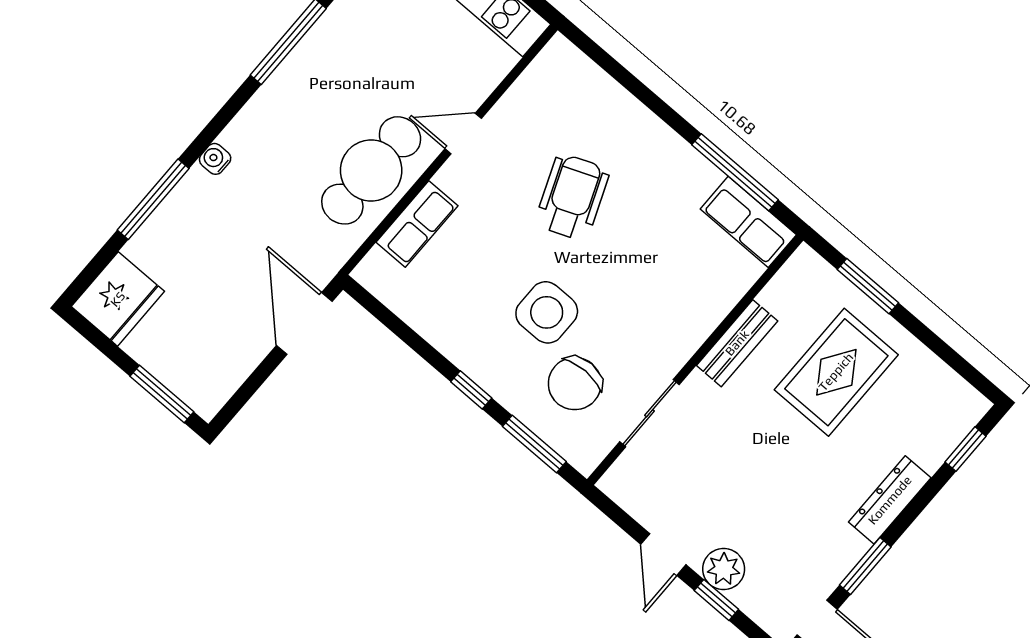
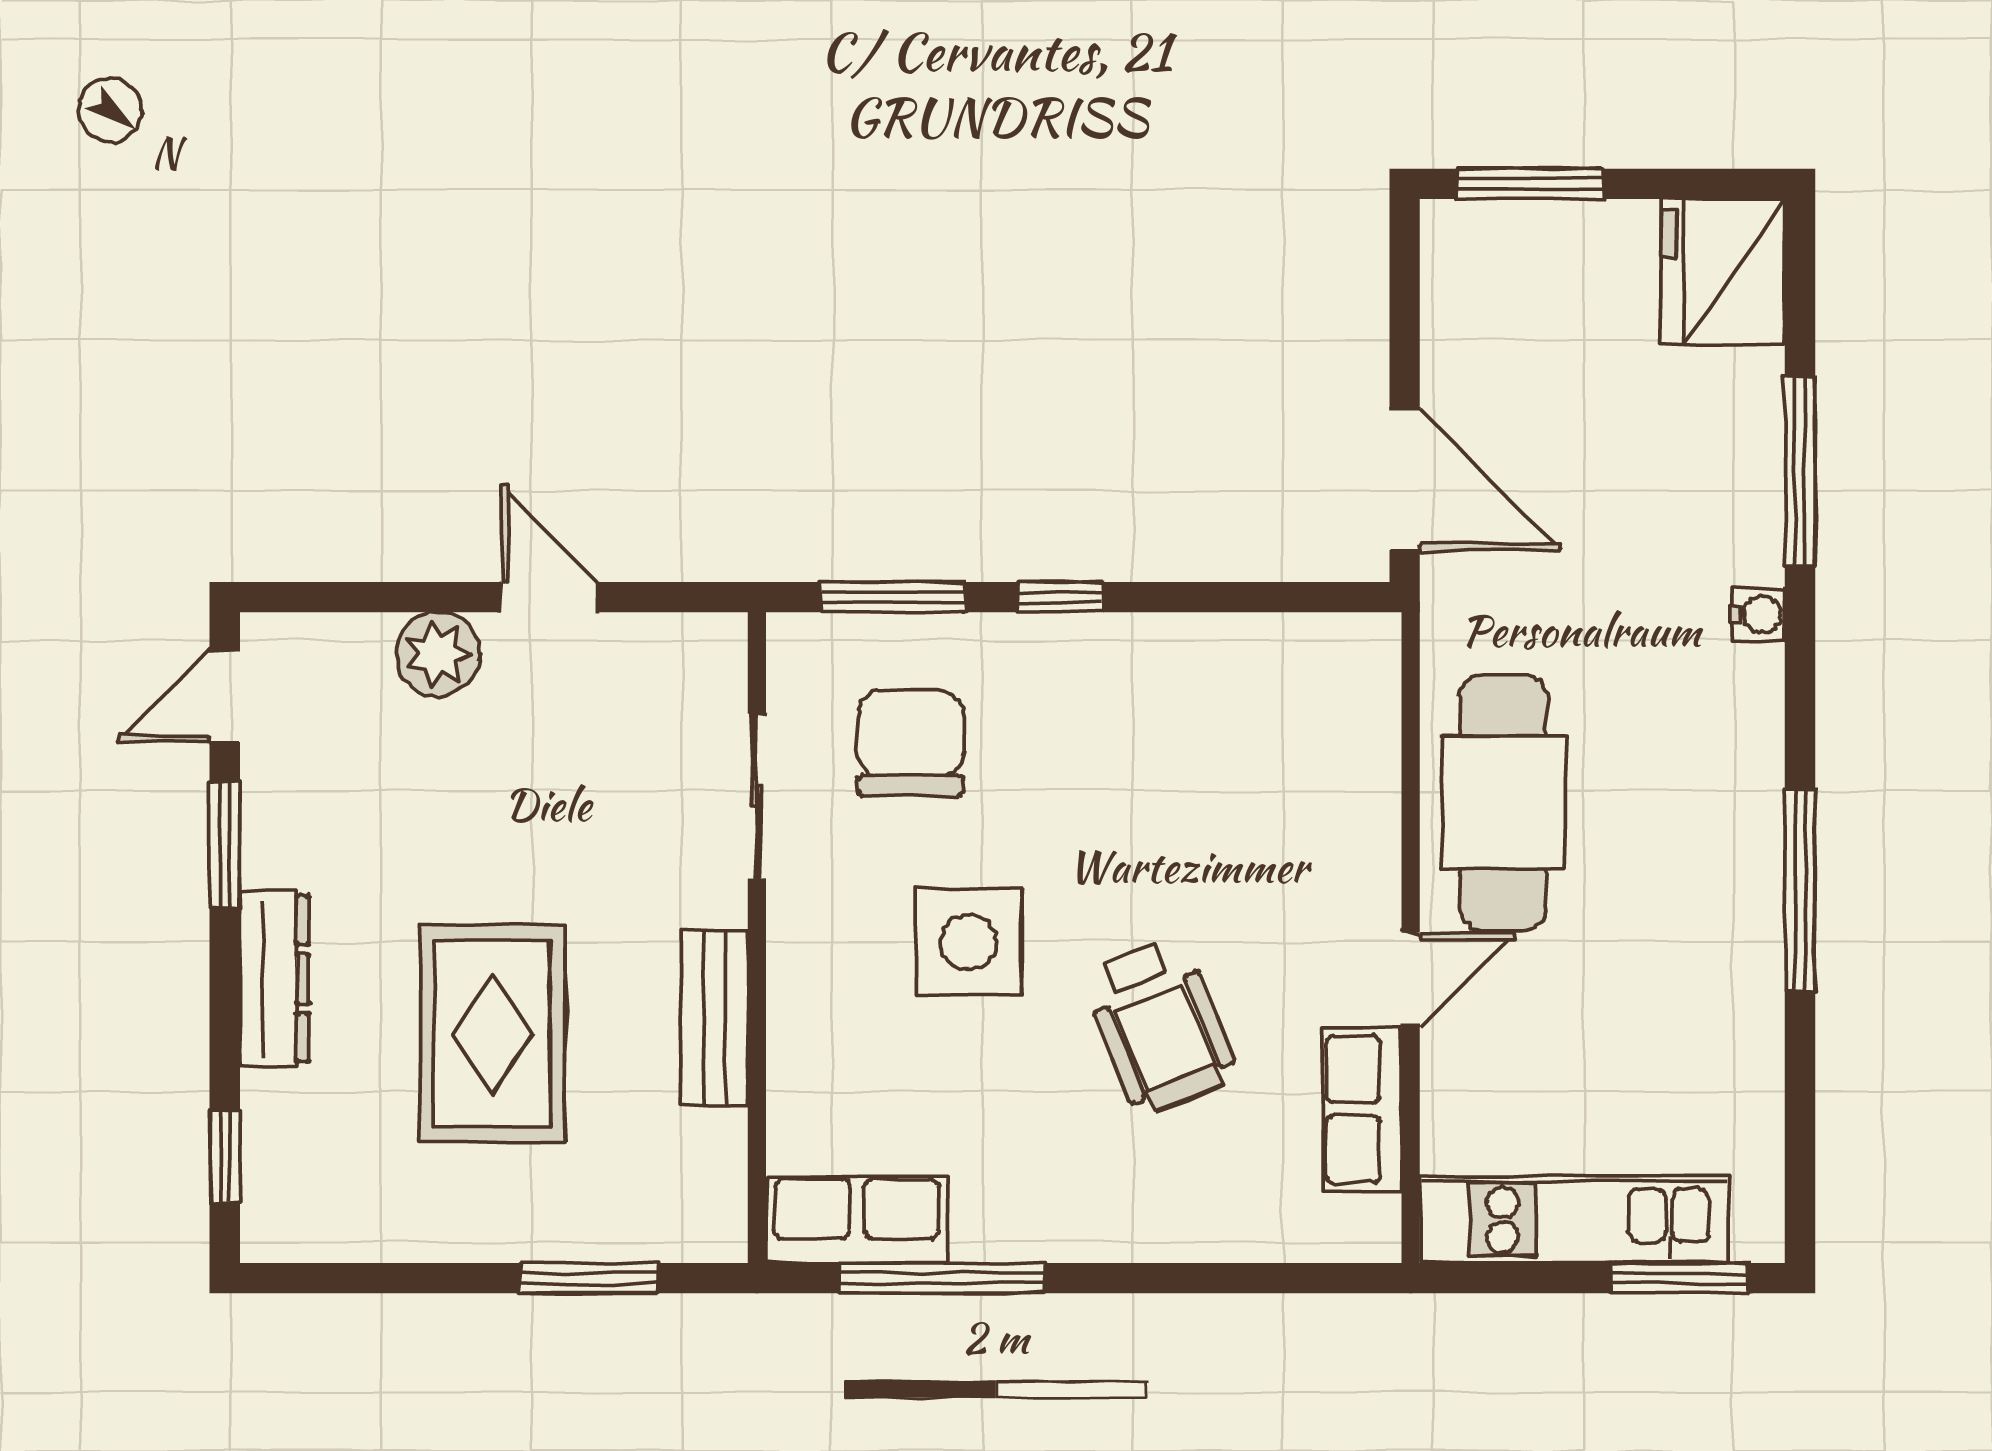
row of seats: (417, 224) -> (1363, 1109), moved
side table: (547, 312) -> (968, 942), moved
rug: (836, 372) -> (492, 1033), moved
window: (716, 600) -> (409, 597), removed

